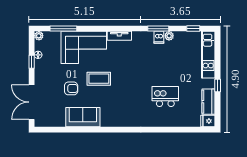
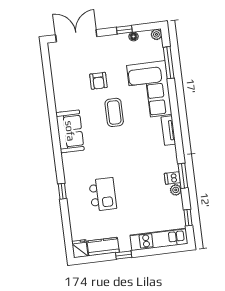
sofa: (83, 117) -> (70, 131), moved
window: (159, 130) -> (62, 191), added

